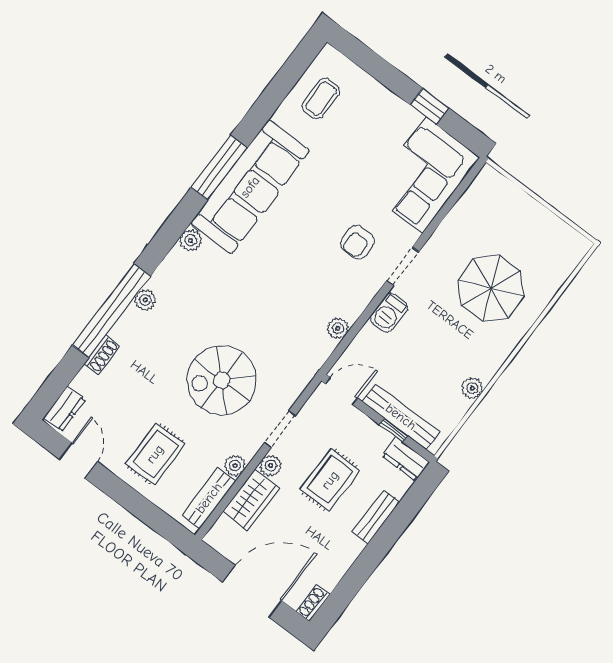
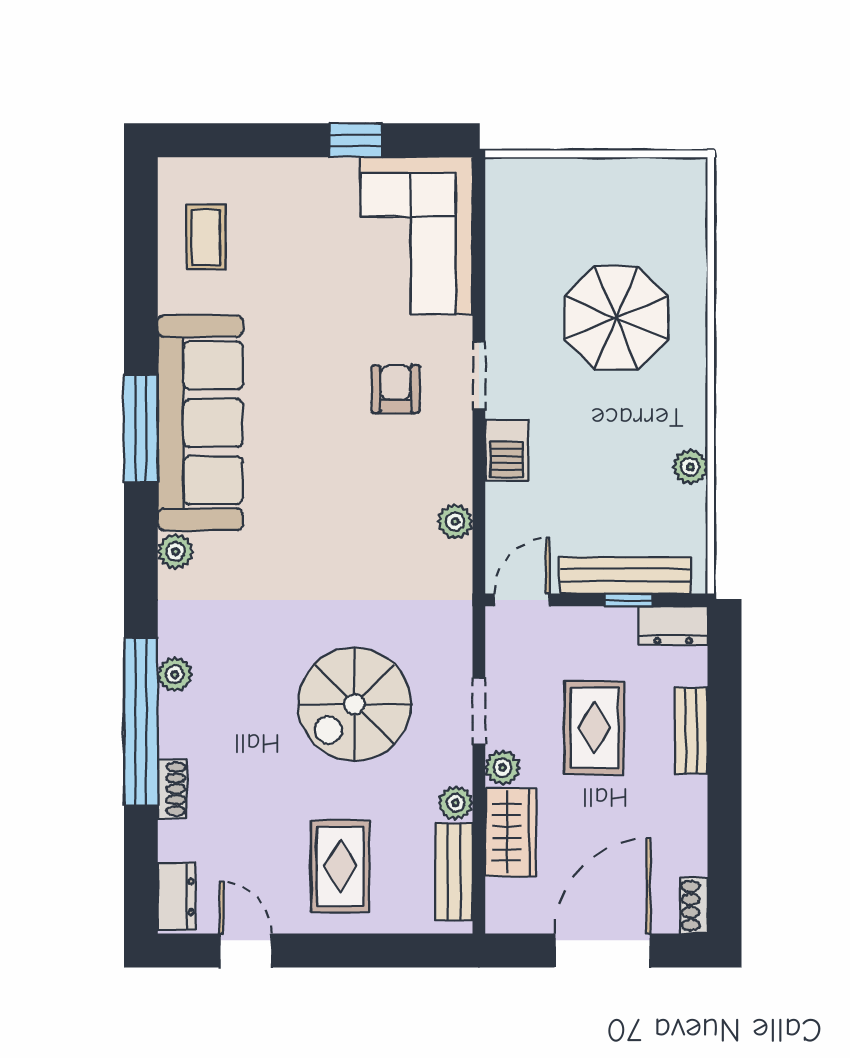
armchair: (357, 242) -> (396, 389), turned 180

